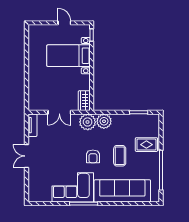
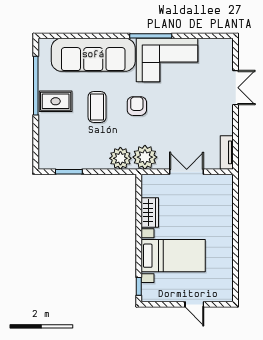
door: (64, 23) -> (194, 304), moved
wardrobe: (84, 101) -> (150, 213), moved
rug: (146, 145) -> (56, 101), moved
double door: (27, 156) -> (236, 88), moved

